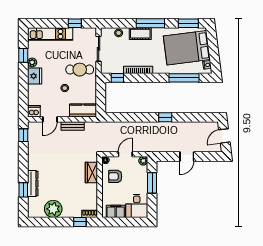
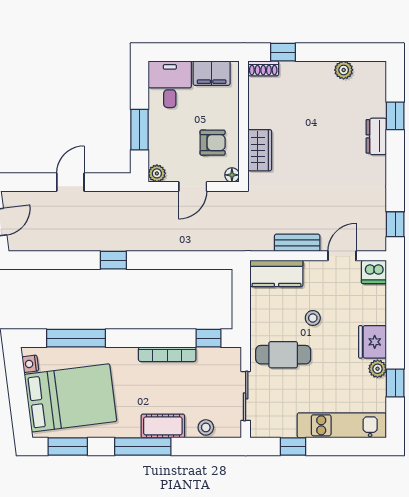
dresser: (33, 184) -> (376, 136), width x0.70
plant: (53, 209) -> (344, 70), width x0.53, depth x0.53

